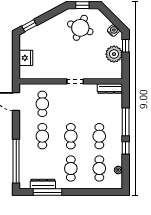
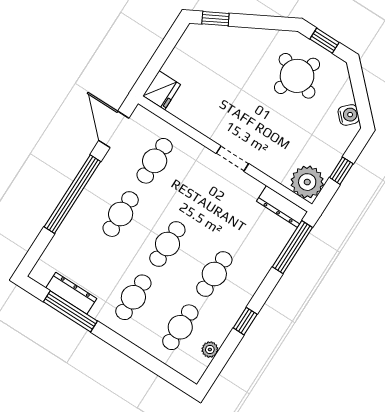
window: (126, 46) -> (341, 171), moved
plant: (114, 54) -> (307, 182), moved
fridge: (26, 58) -> (162, 90), moved
window: (126, 122) -> (292, 247), moved
window: (16, 161) -> (72, 194), moved

